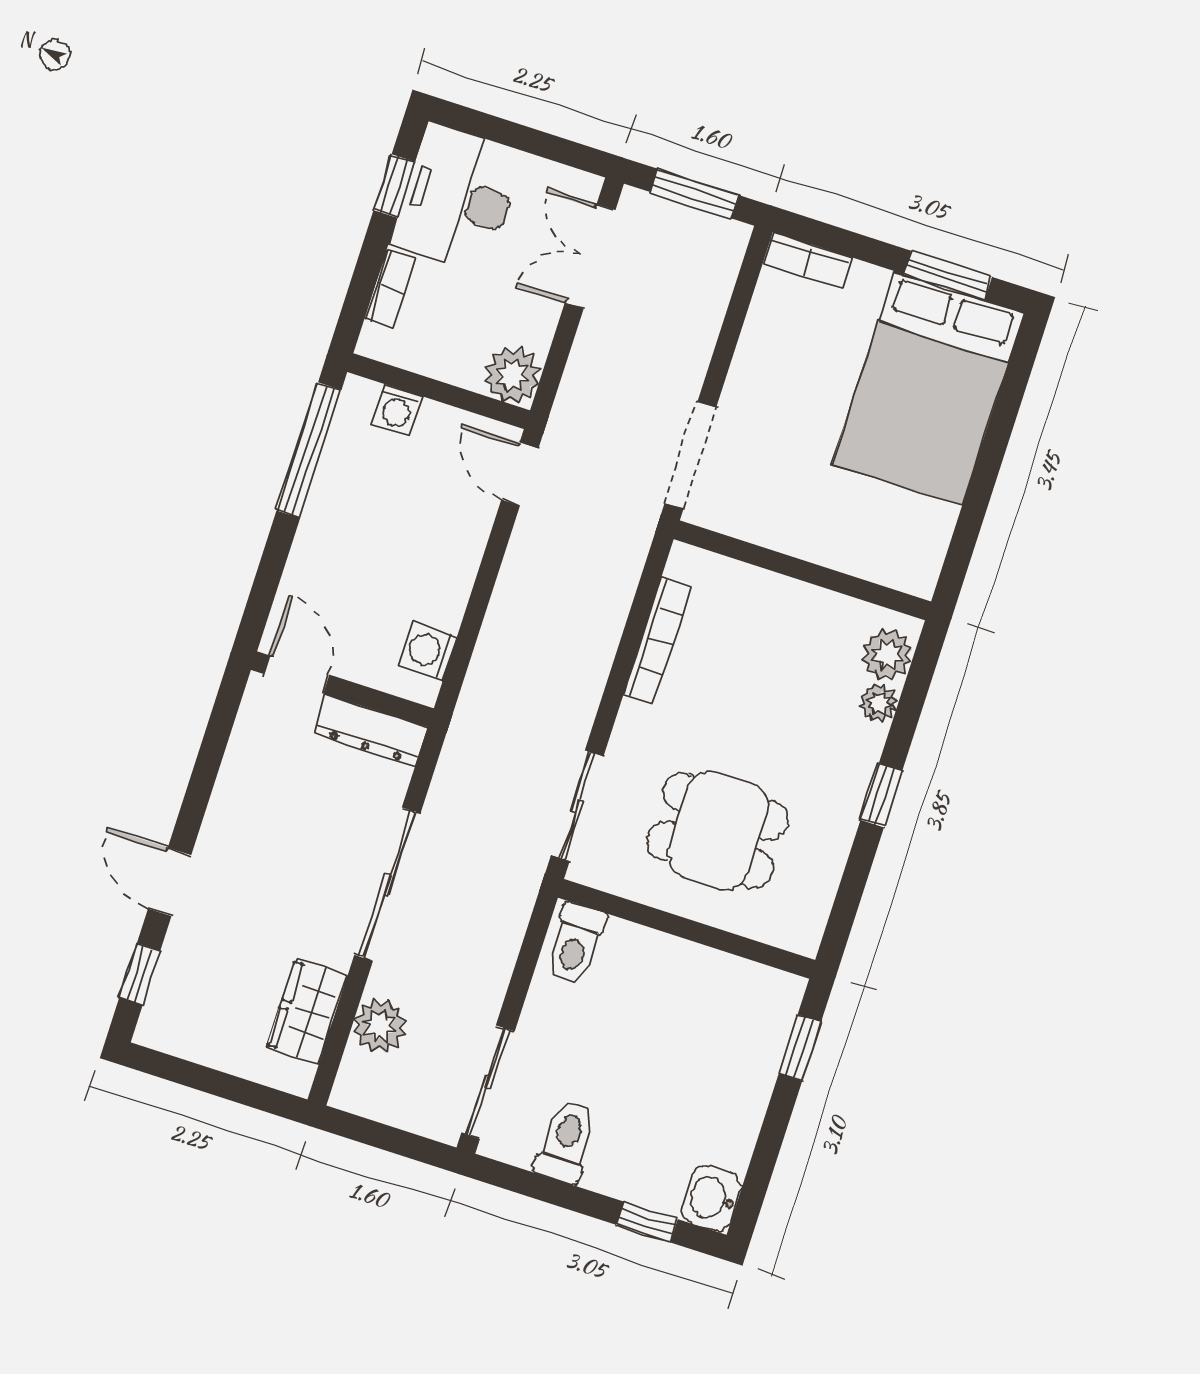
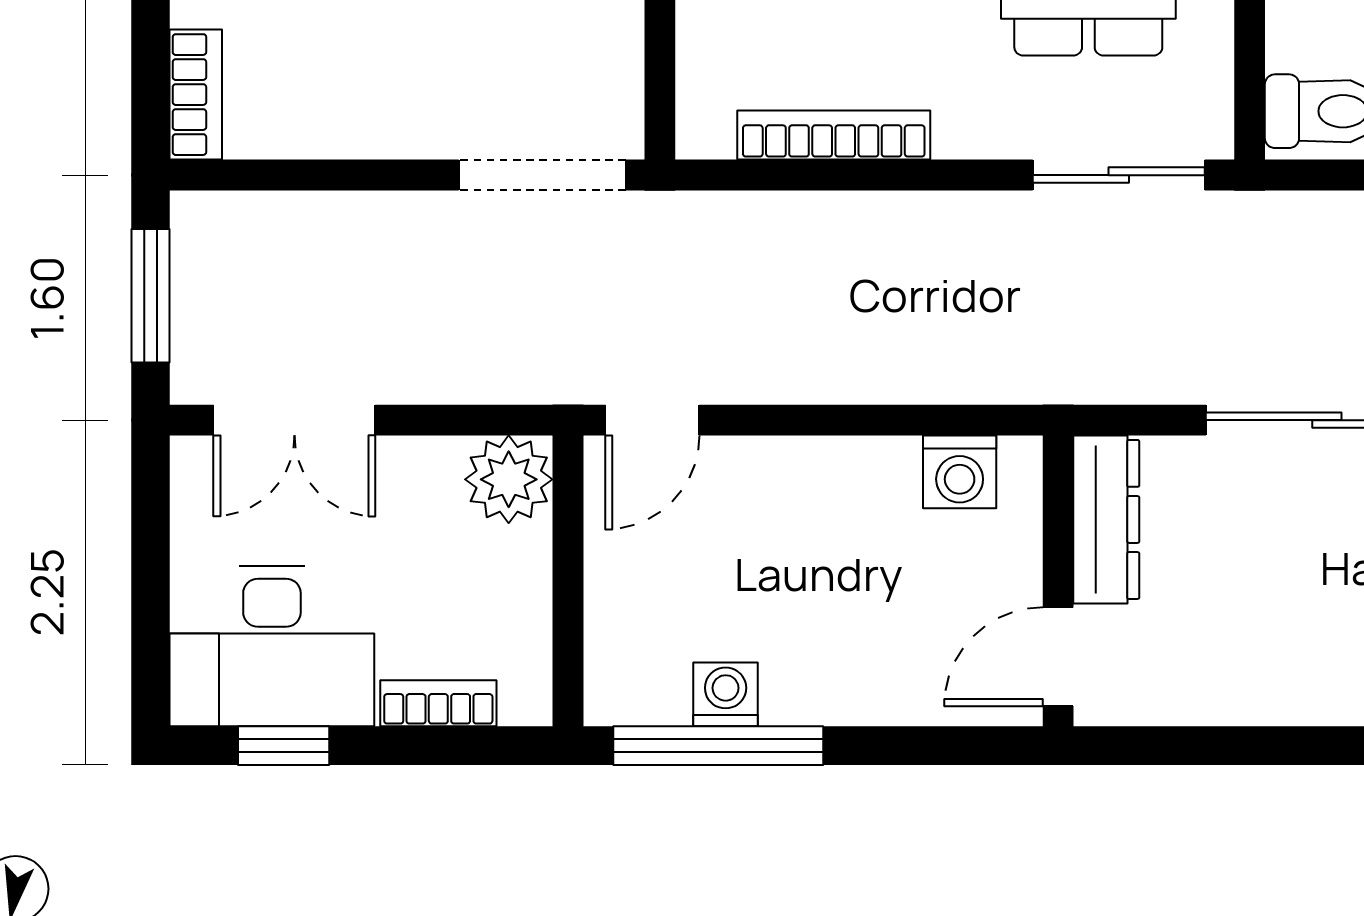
washing machine: (397, 410) -> (726, 694), moved, turned -90

